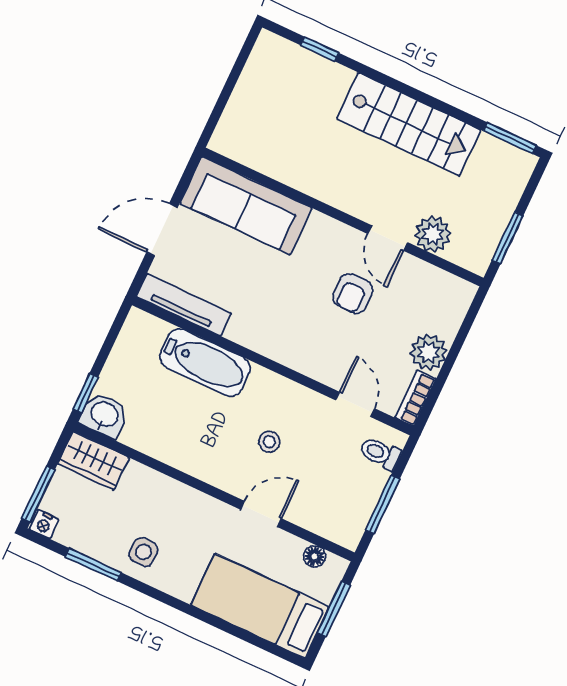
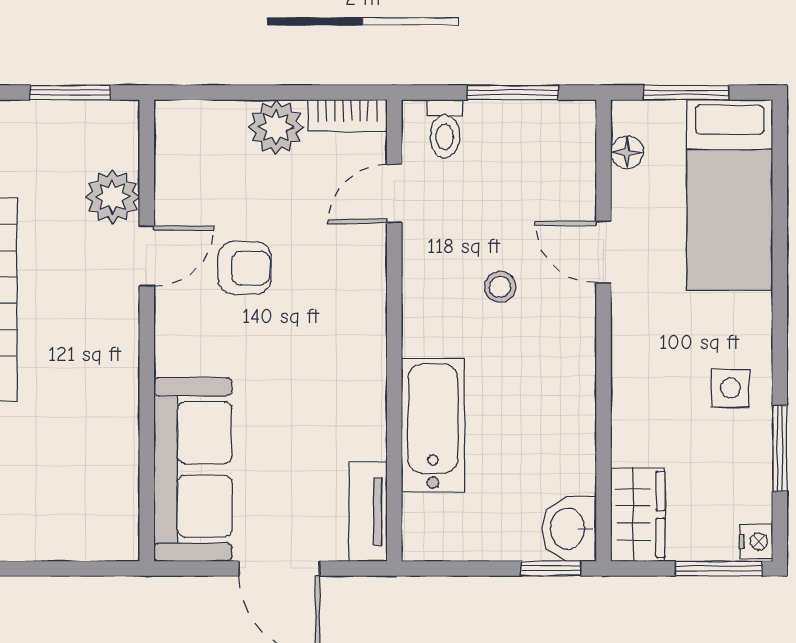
tv unit: (184, 305) -> (368, 511), width x0.71

